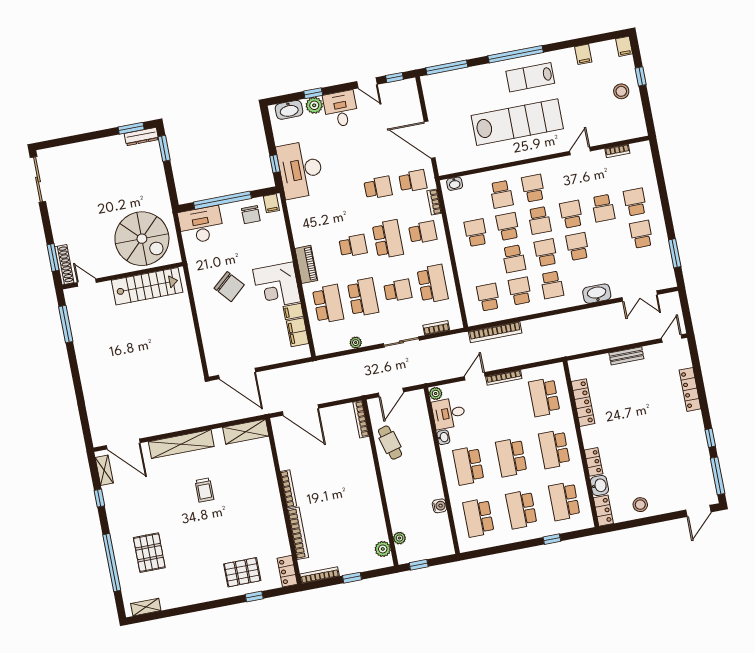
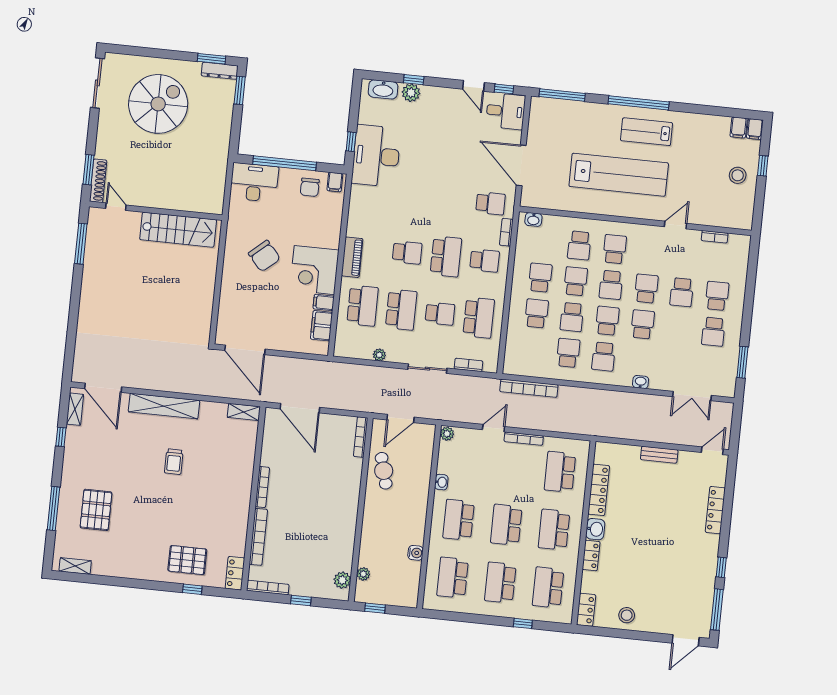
filing cabinet: (583, 54) -> (739, 128), moved
desk: (341, 109) -> (506, 111), moved, turned 90
school desk: (378, 188) -> (452, 199), removed
school desk: (641, 234) -> (713, 332), turned 180
spiral stairs: (142, 239) -> (158, 104), moved, turned -90
washbasin: (597, 294) -> (641, 382), width x0.52, depth x0.69
school desk: (488, 297) -> (537, 313), moved
desk: (449, 413) -> (455, 459), removed
shelving: (246, 432) -> (244, 412), width x0.67, depth x0.75
washbasin: (599, 485) -> (595, 529), moved
window: (112, 562) -> (53, 508), width x0.68

